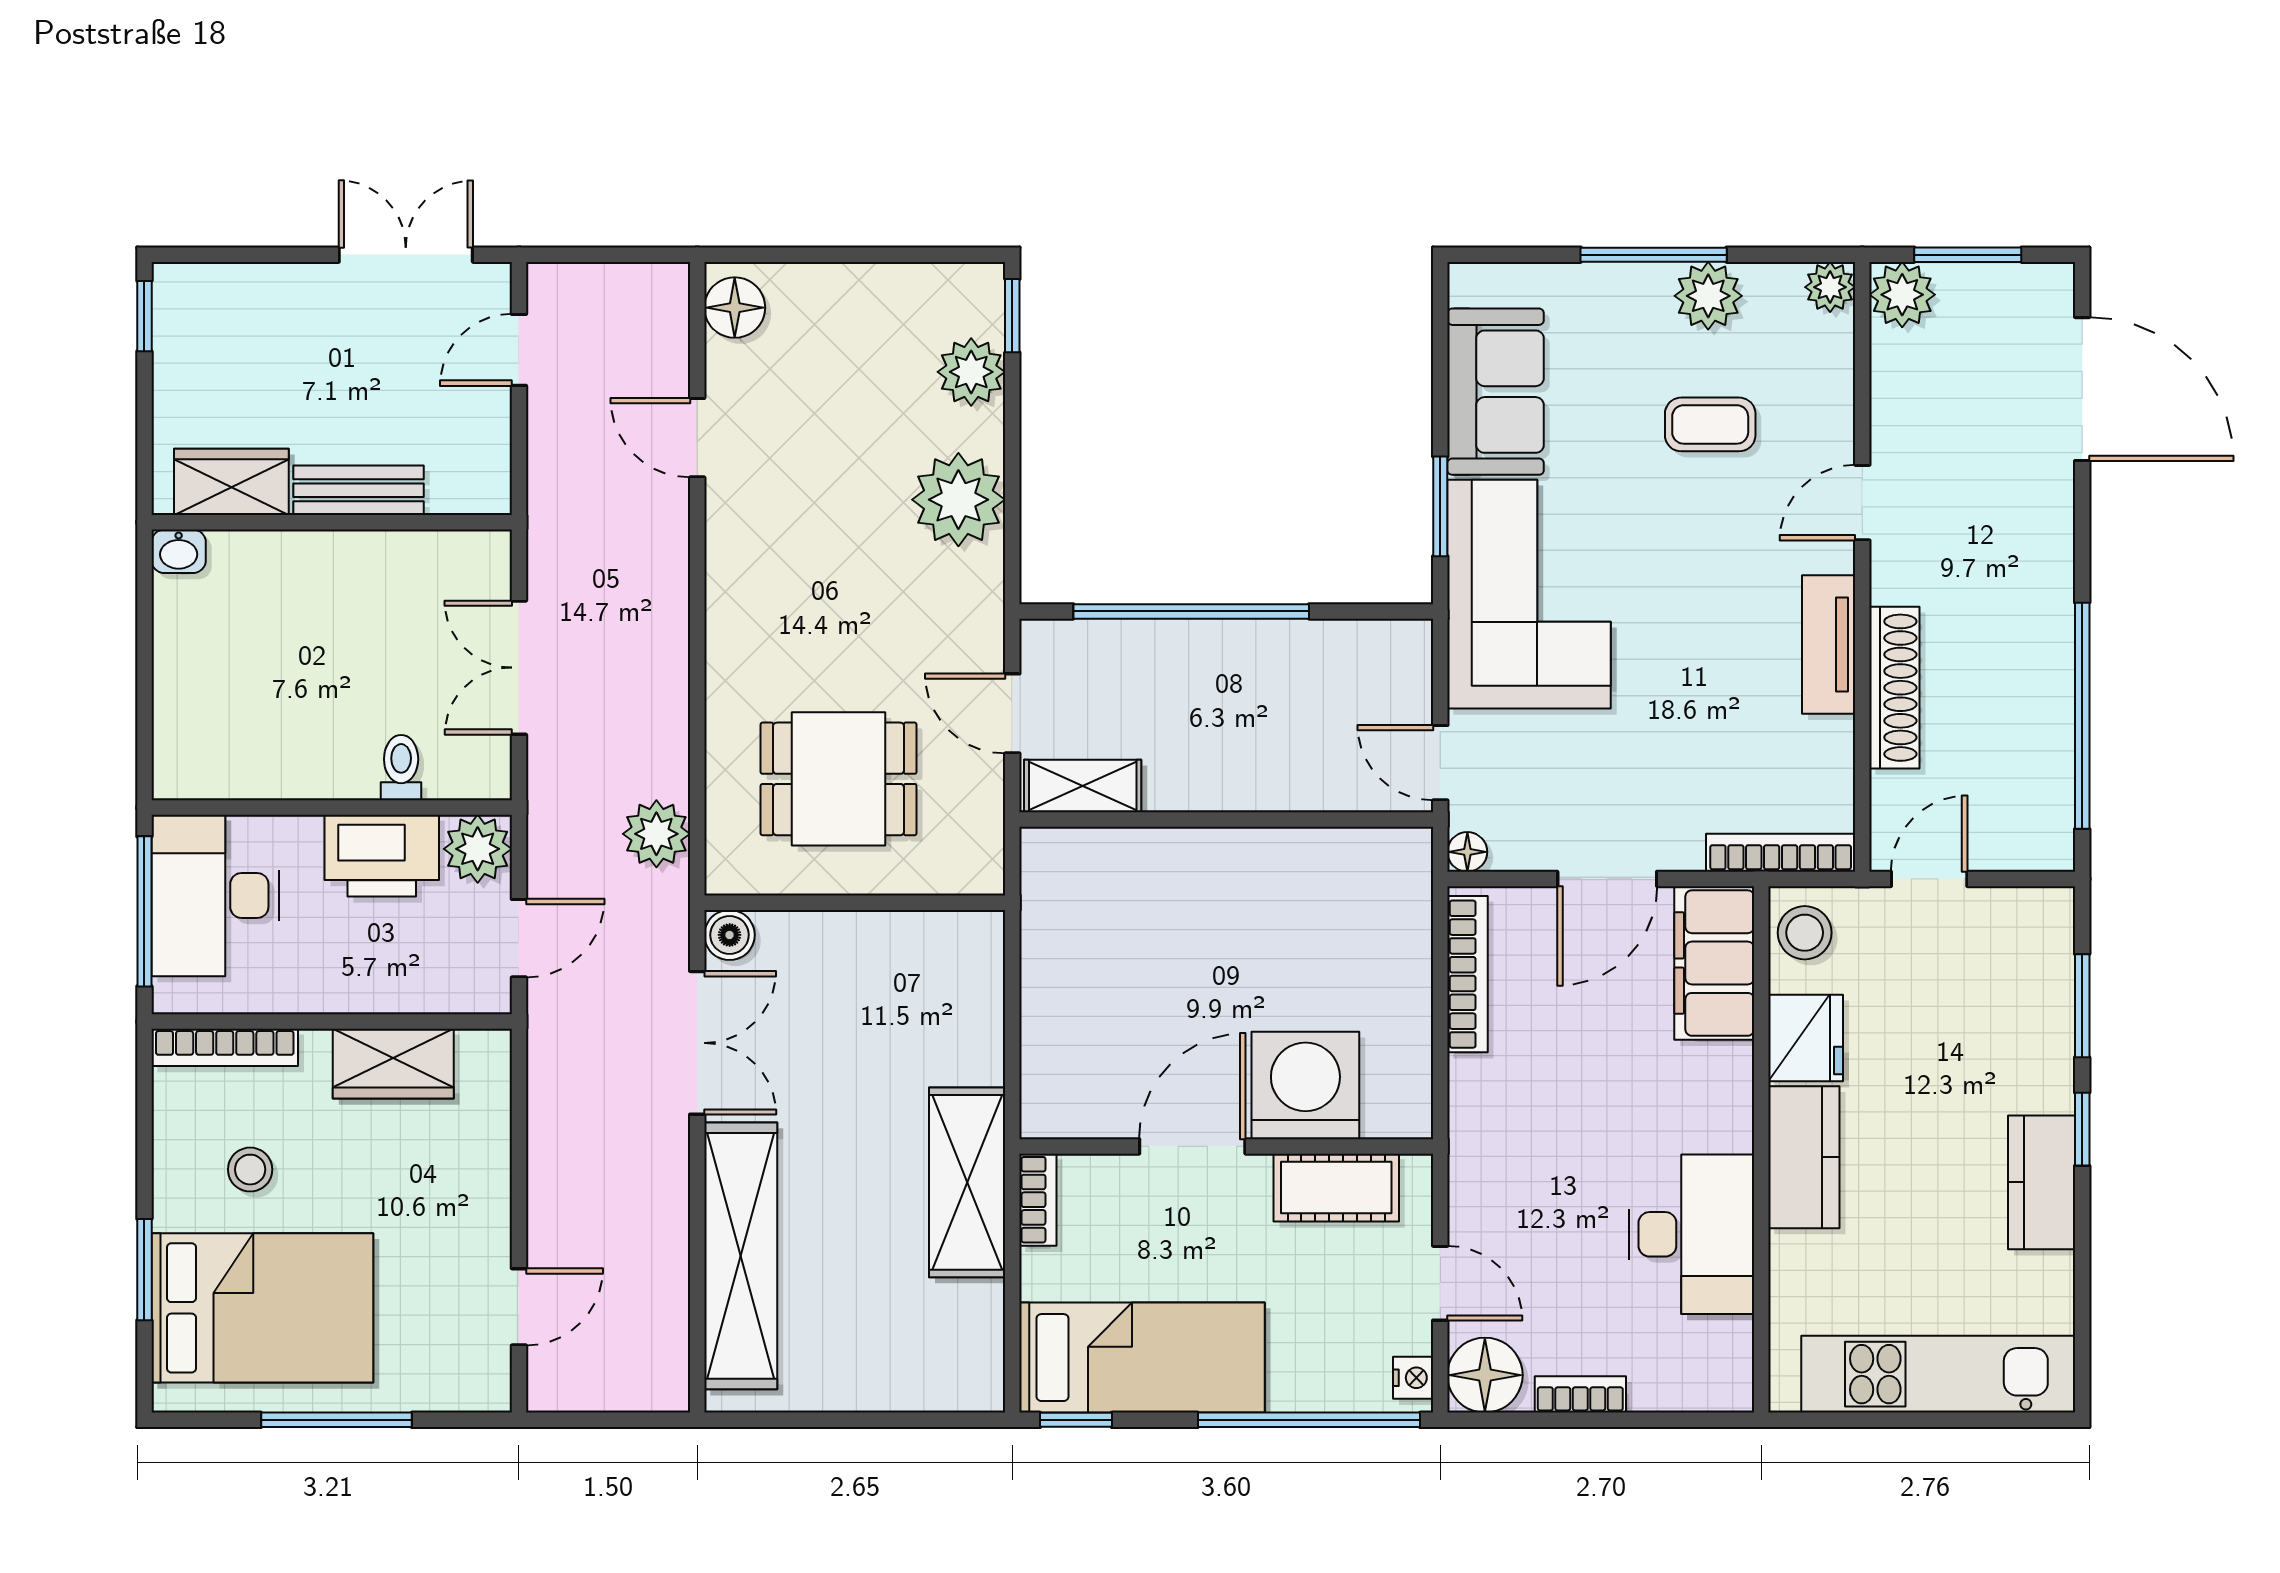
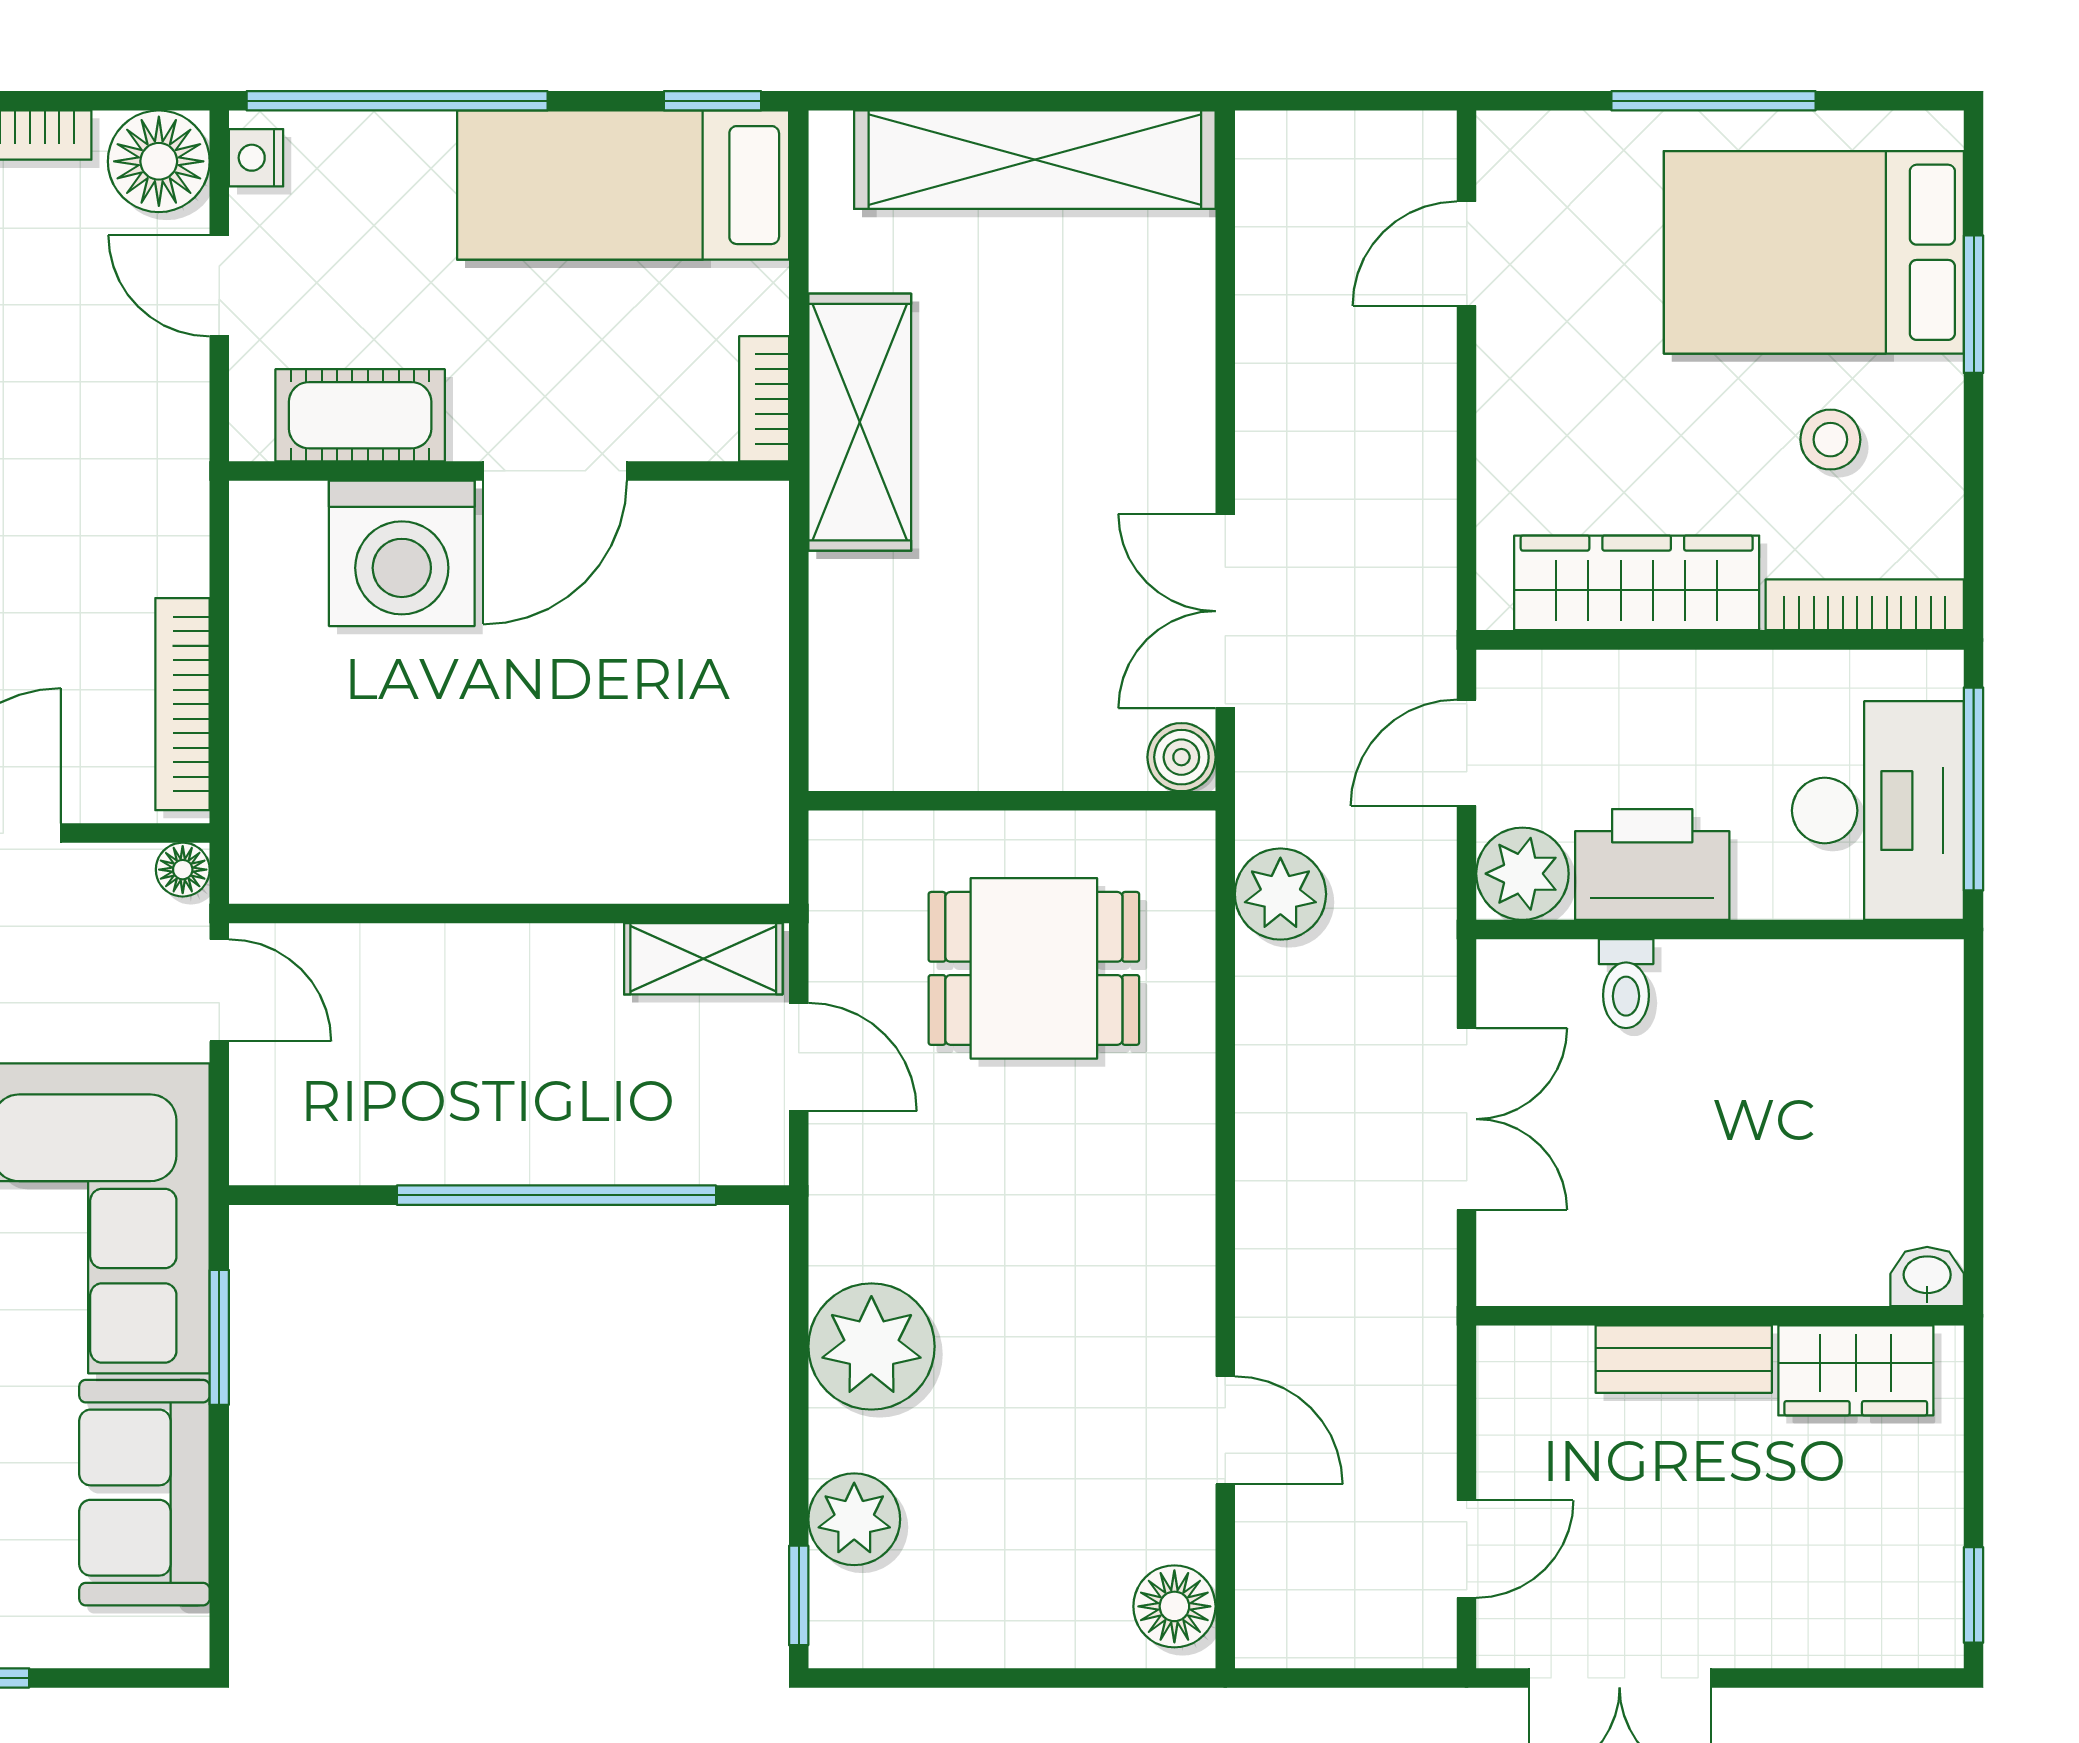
wardrobe: (393, 1064) -> (1637, 583), width x1.50
shelving: (741, 1256) -> (1035, 160), moved, turned 90

